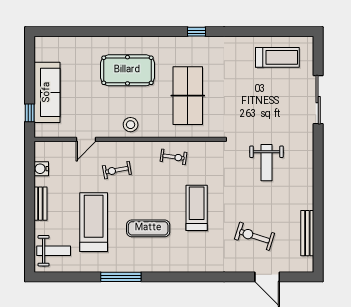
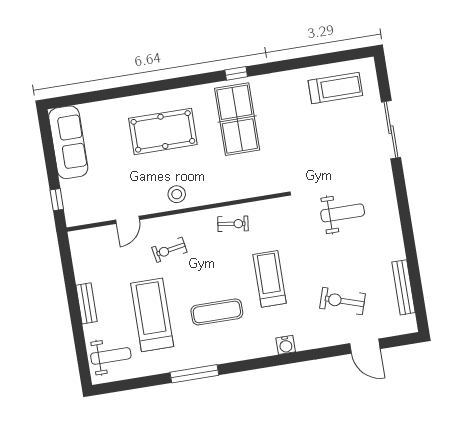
sofa: (47, 92) -> (68, 142), moved
table tennis table: (188, 96) -> (237, 119), moved
weight bench: (267, 163) -> (343, 213), turned -90
water cooler: (41, 169) -> (286, 345), moved, turned -90

